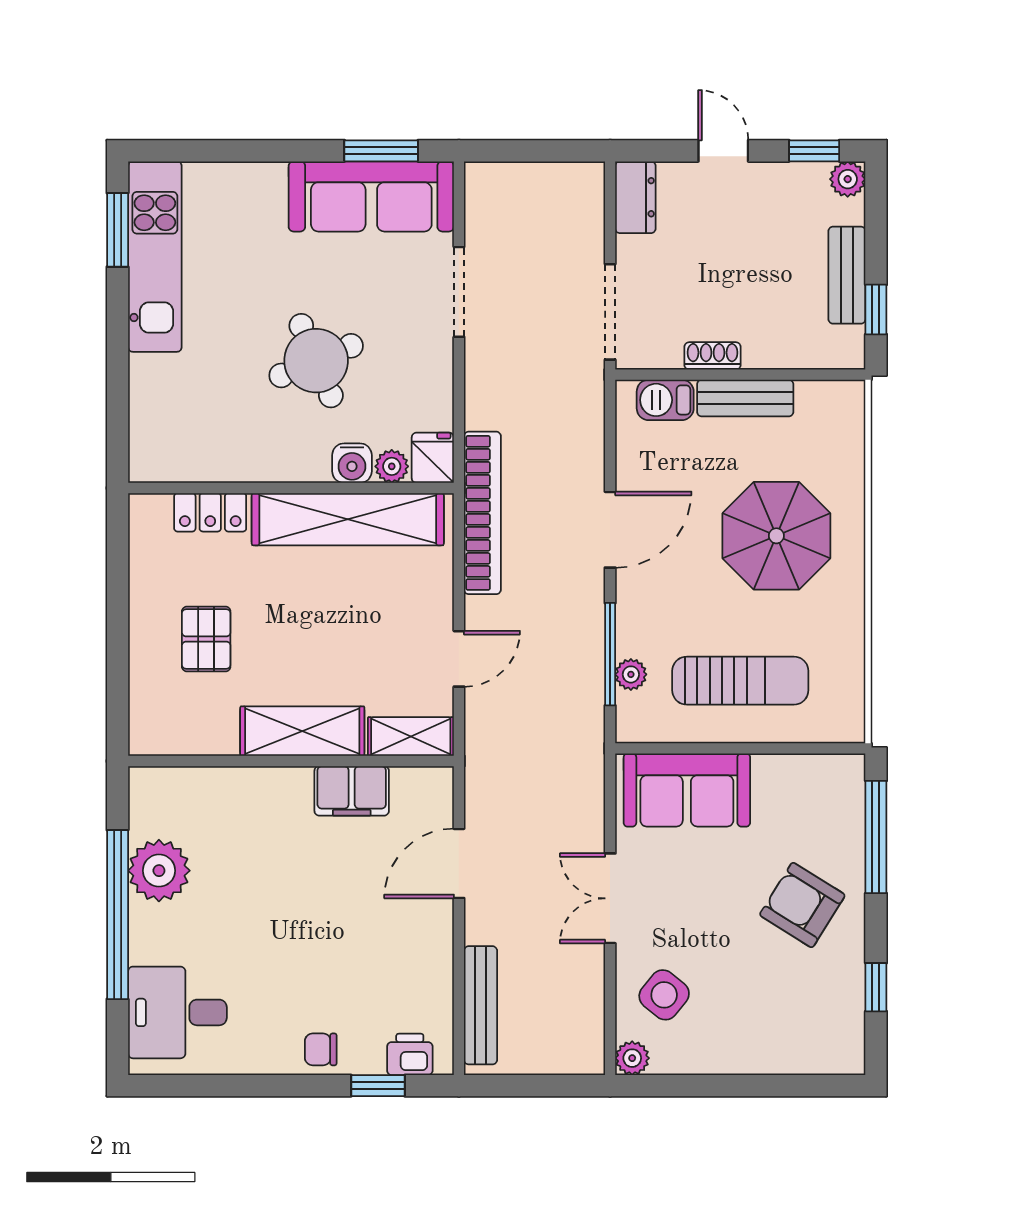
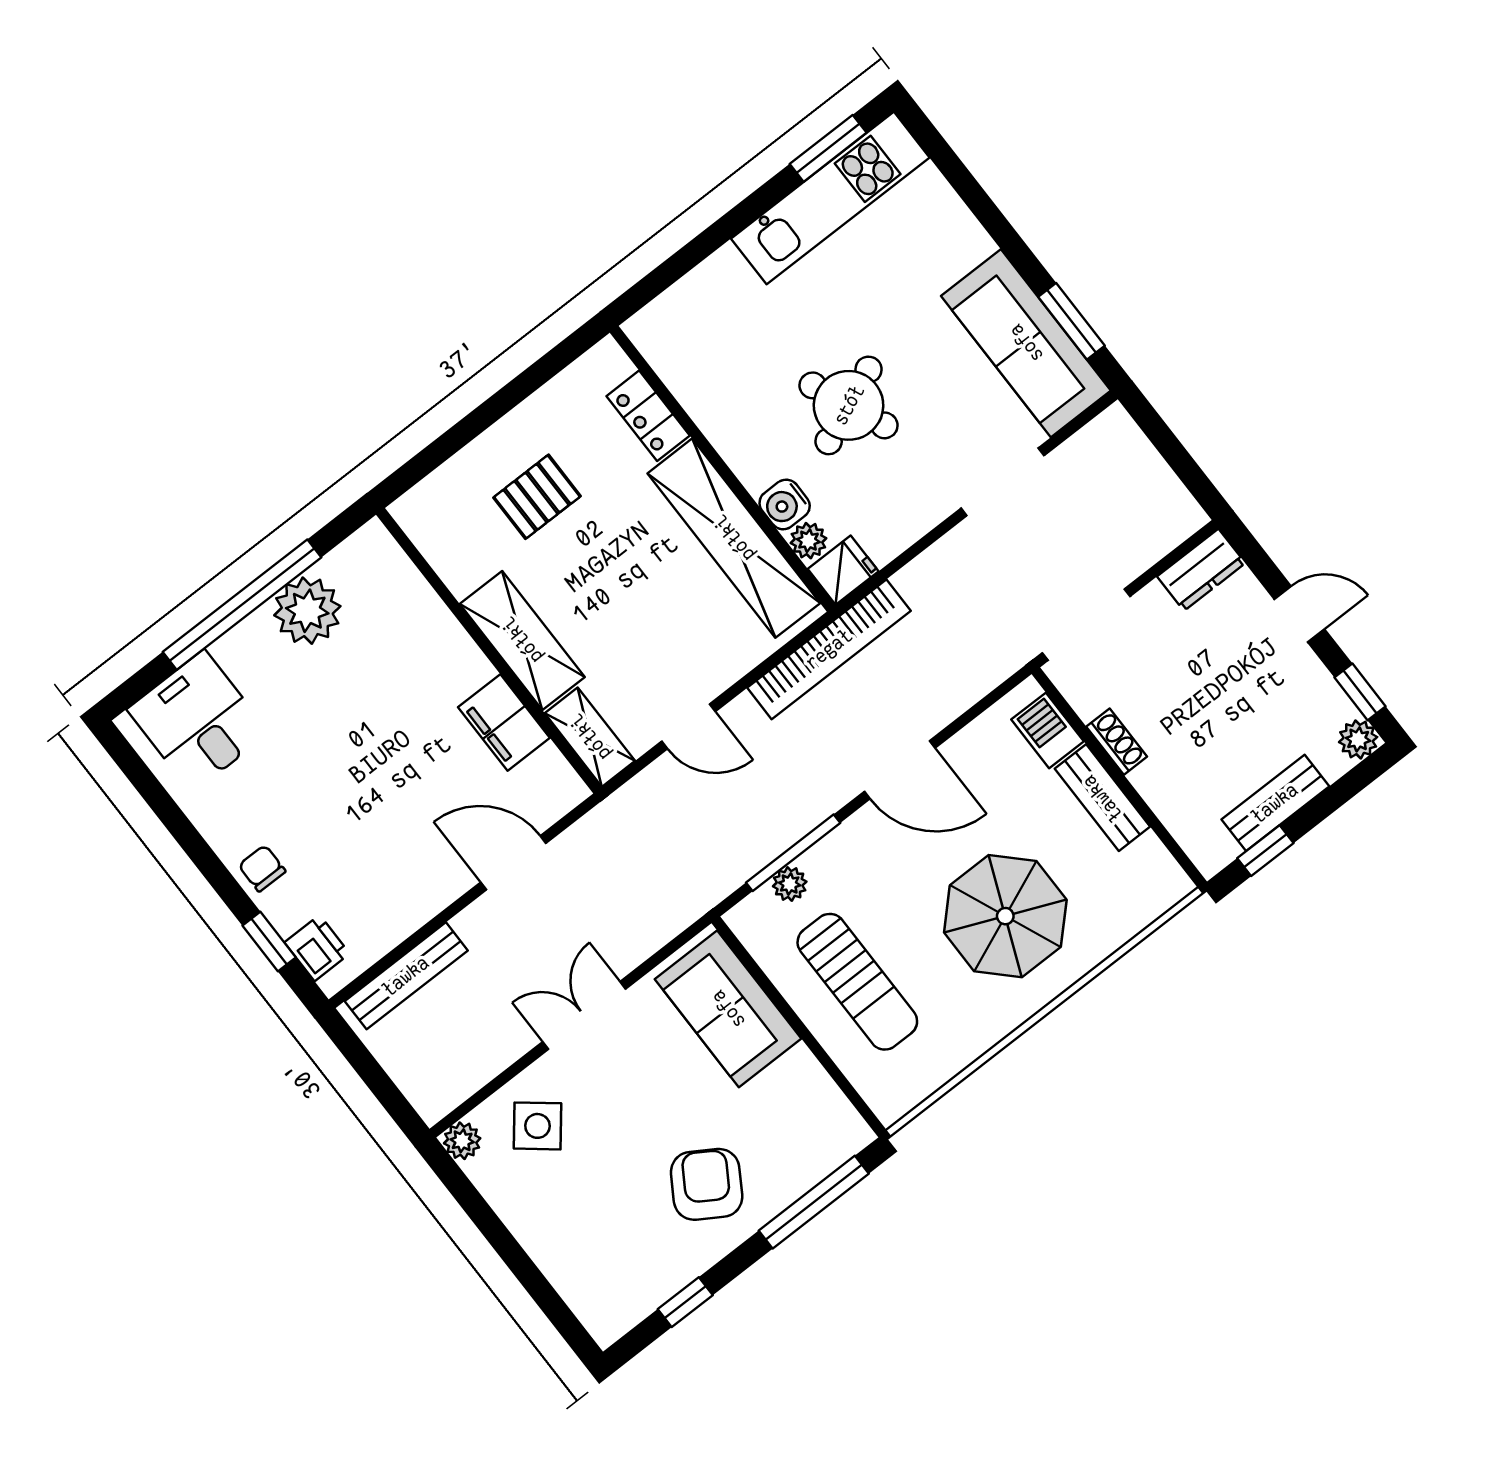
door: (723, 151) -> (1299, 614), hinge flipped

